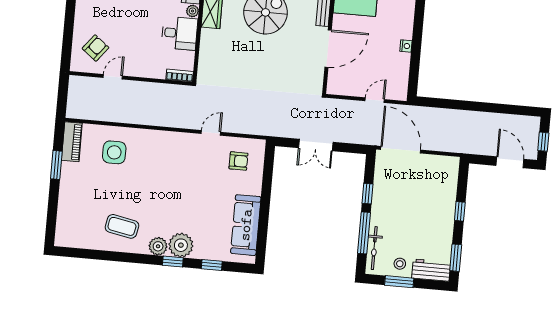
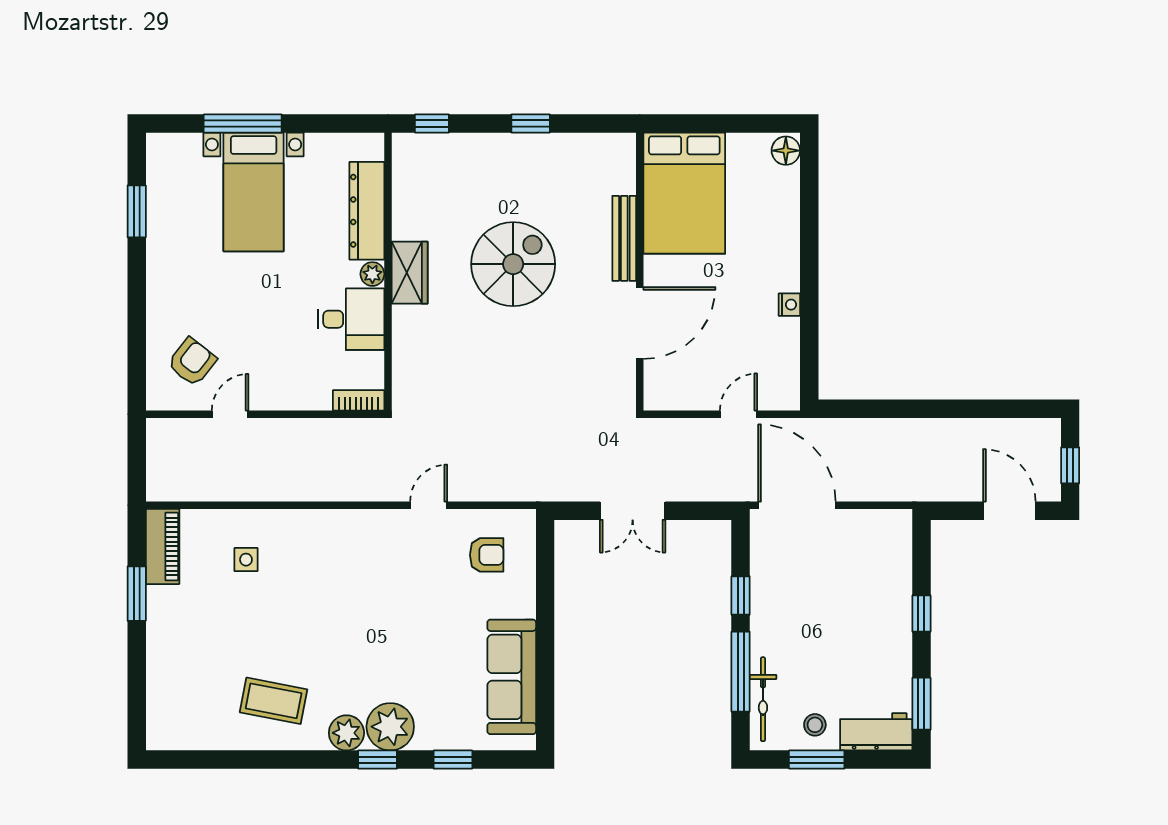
side table: (114, 152) -> (246, 560), width x0.54, depth x0.54

